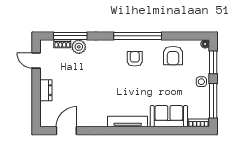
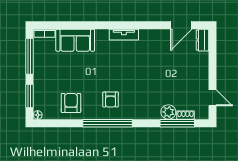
side table: (201, 82) -> (42, 76), removed
dresser: (46, 90) -> (202, 40), moved
tv unit: (128, 122) -> (124, 35), width x0.71

